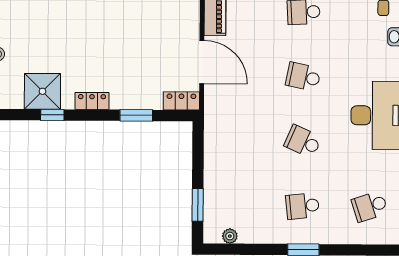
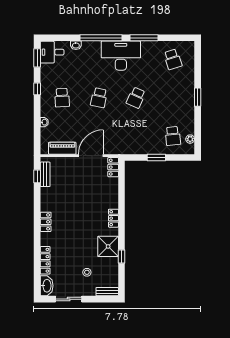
window: (52, 115) -> (122, 256), moved
window: (136, 115) -> (122, 193), removed
window: (198, 205) -> (156, 157), moved
school desk: (303, 206) -> (173, 136), moved

